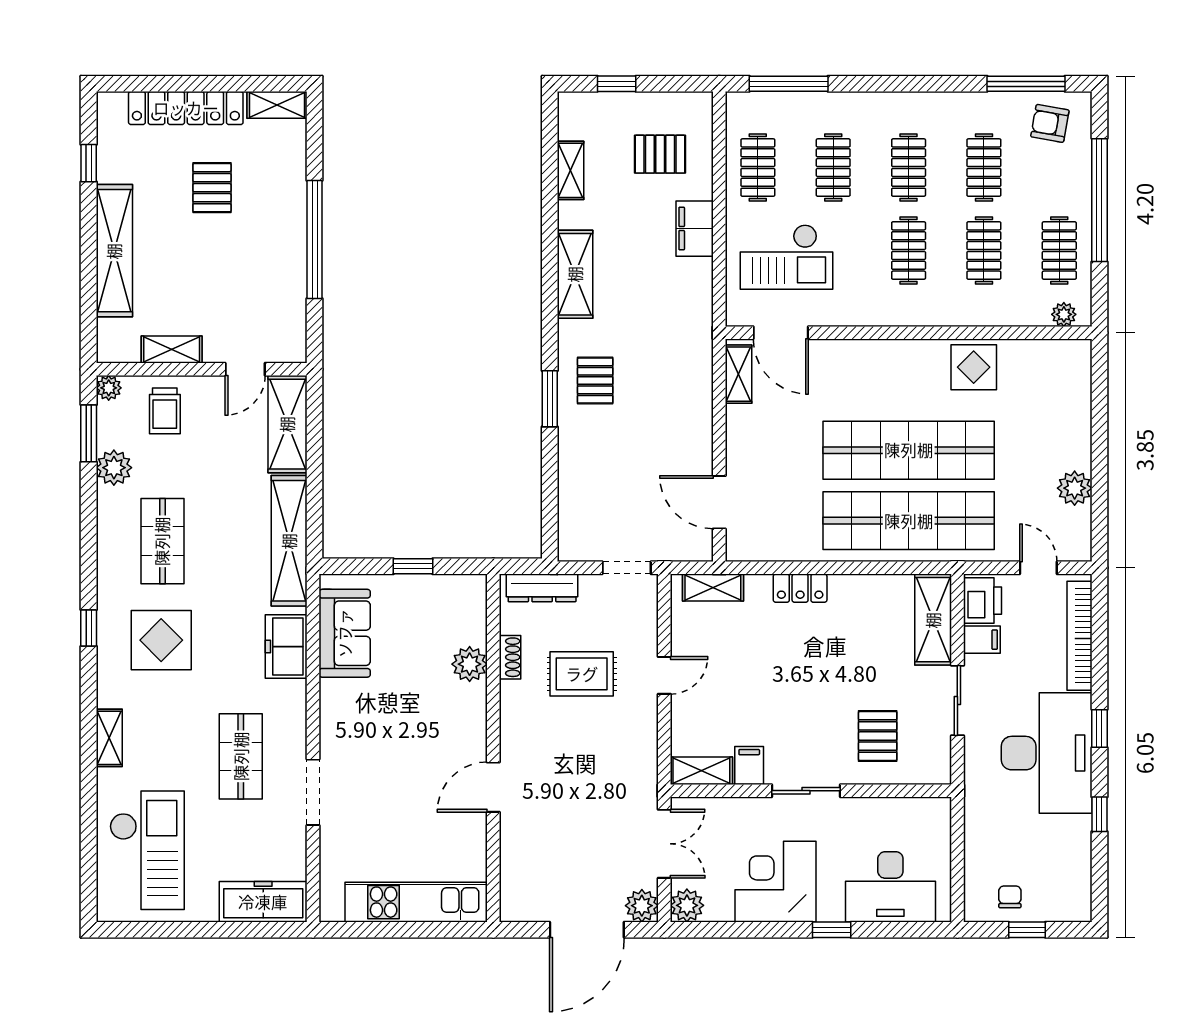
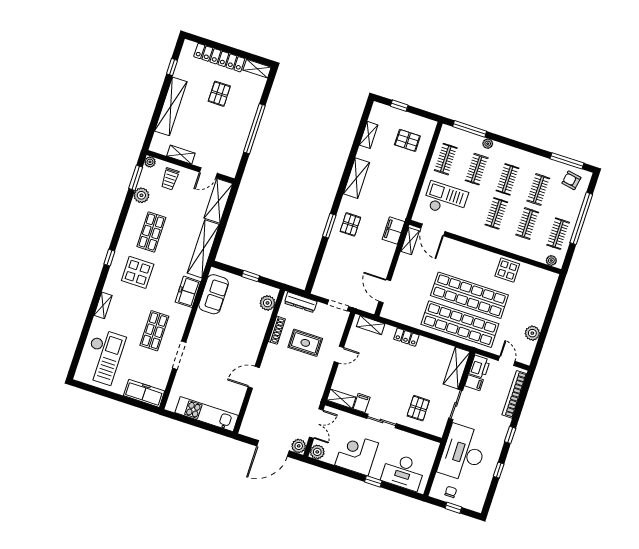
plant: (839, 103) -> (488, 144), added
filing cabinet: (695, 229) -> (394, 230), moved
checkout: (787, 257) -> (445, 200), turned 180
shoe rack: (510, 657) -> (277, 330), width x1.43
plant: (470, 664) -> (267, 303), moved
desk: (1047, 753) -> (463, 453), moved, turned 180

